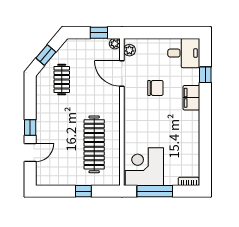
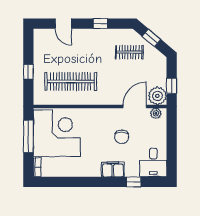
plant: (115, 44) -> (157, 96), width x1.88, depth x1.88
window: (30, 128) -> (100, 24), moved
corner desk: (144, 167) -> (57, 133), width x1.36, depth x1.36

